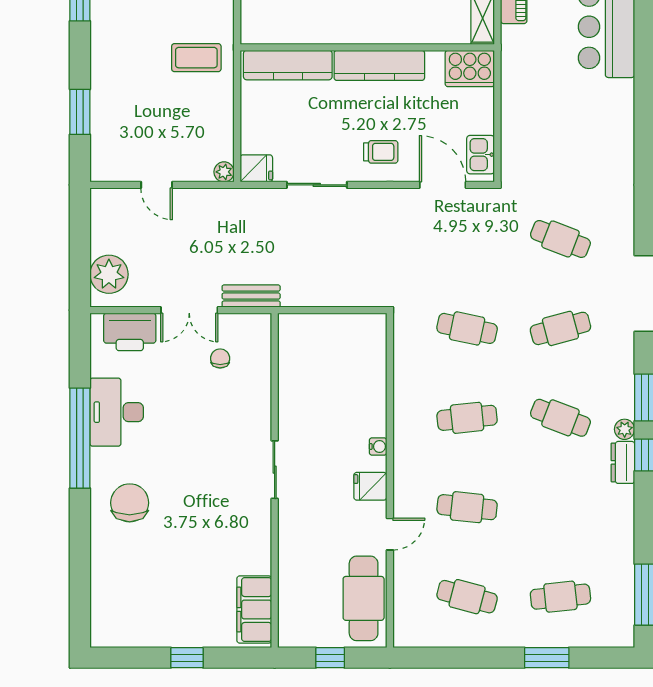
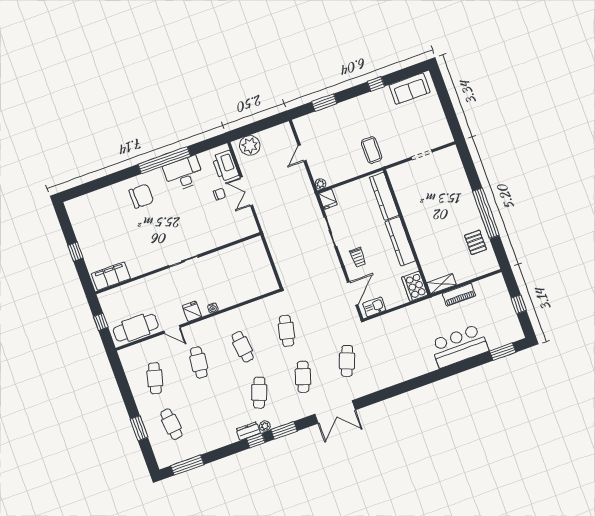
bench: (251, 296) -> (264, 219), removed
cafe table: (560, 328) -> (303, 377), turned 33
chair: (220, 358) -> (219, 194), moved

